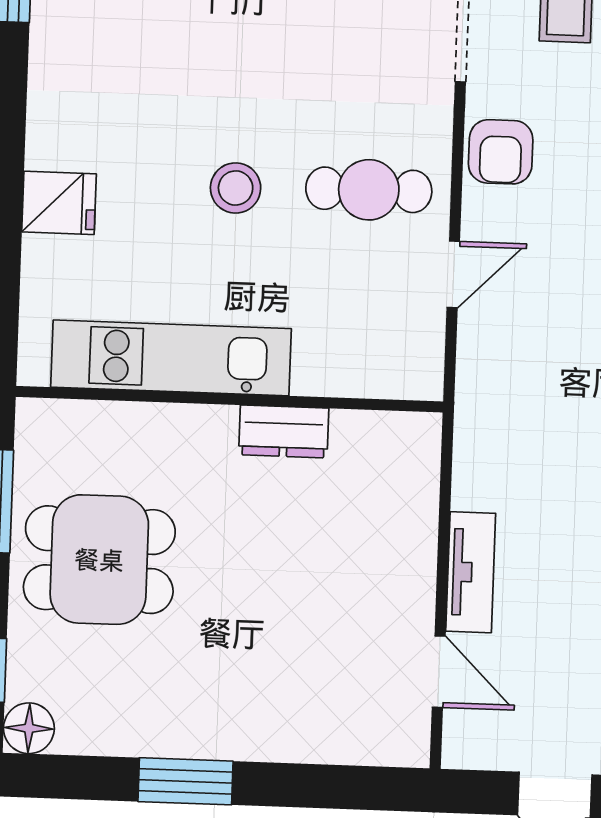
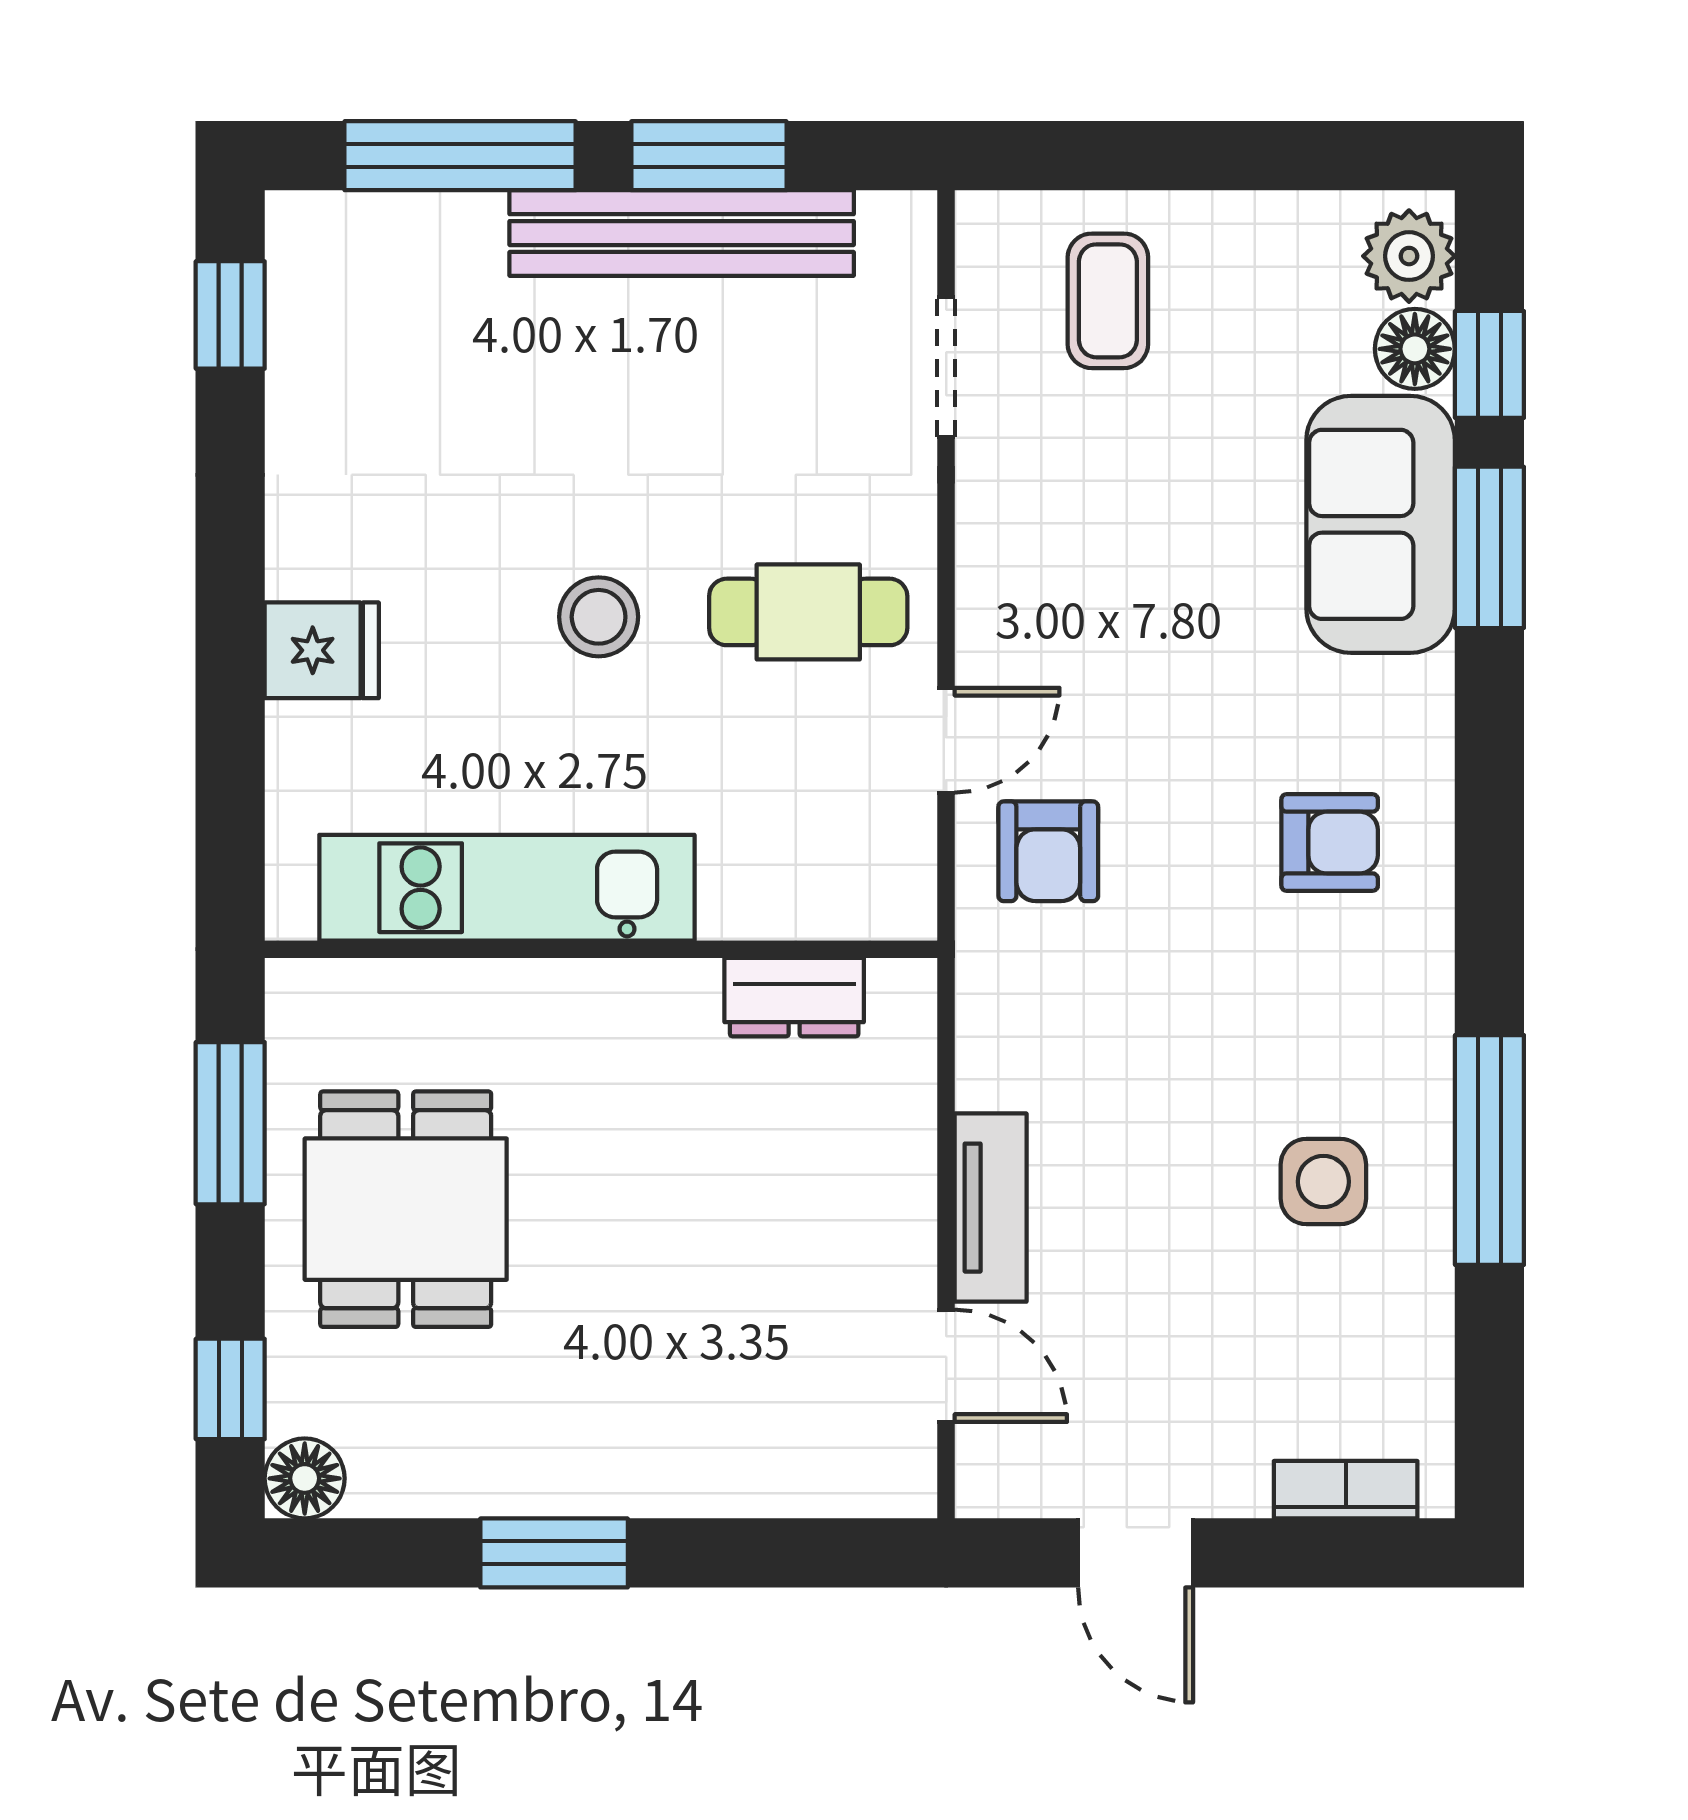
armchair: (501, 152) -> (1048, 851), moved
dresser: (284, 432) -> (794, 997), moved
dining table: (99, 560) -> (406, 1209), turned 90

